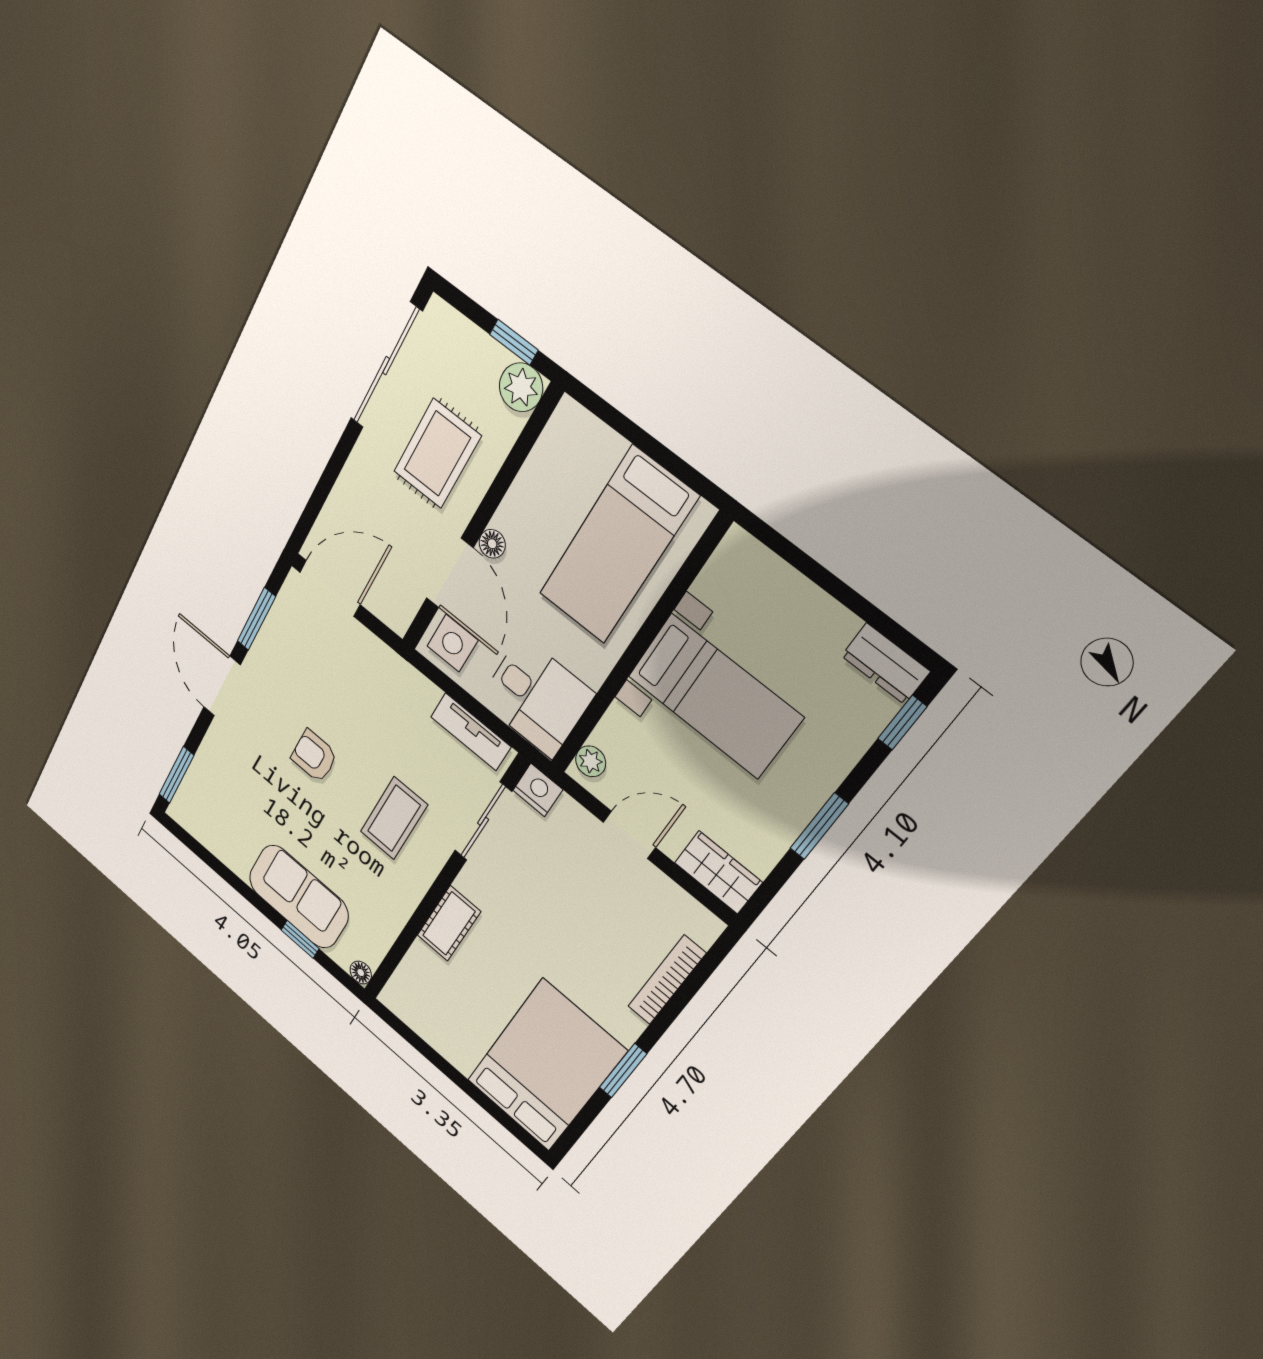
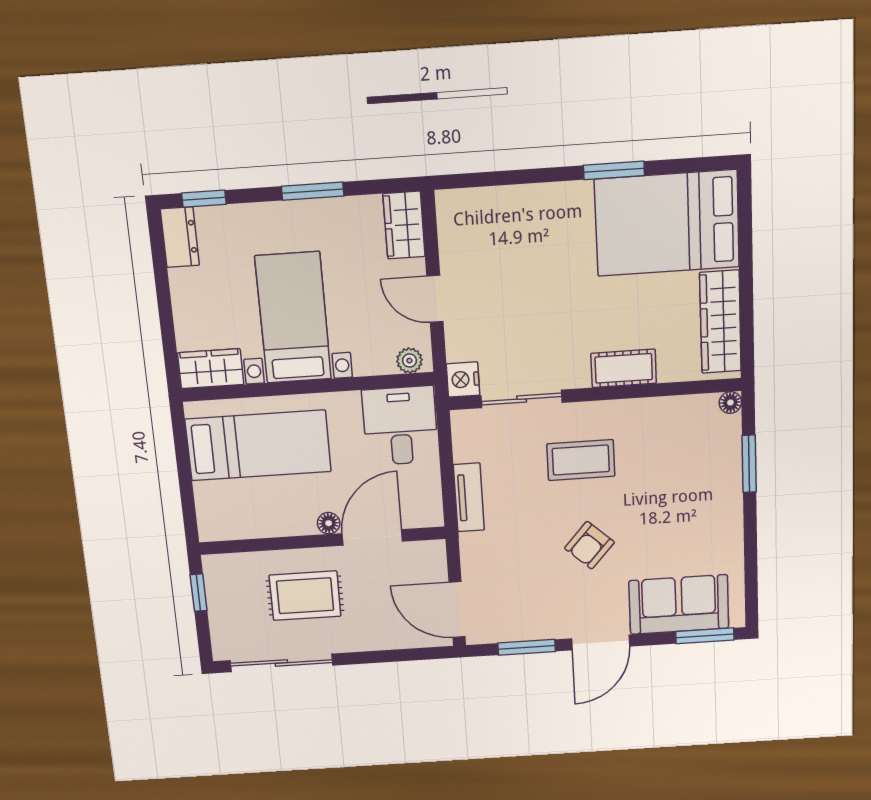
plant: (521, 387) -> (220, 570), removed
wardrobe: (730, 570) -> (211, 369), added
side table: (452, 643) -> (417, 504), removed
tv unit: (471, 732) -> (469, 497), moved
armchair: (314, 756) -> (589, 545), turned 42
sofa: (299, 897) -> (679, 604), moved, turned 90
window: (300, 939) -> (749, 464), width x1.50
bookcase: (667, 980) -> (514, 196), removed
wardrobe: (433, 1027) -> (720, 322), added

